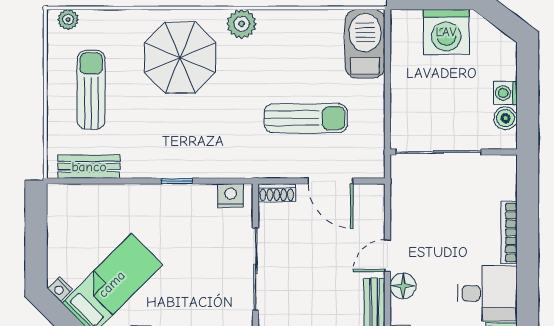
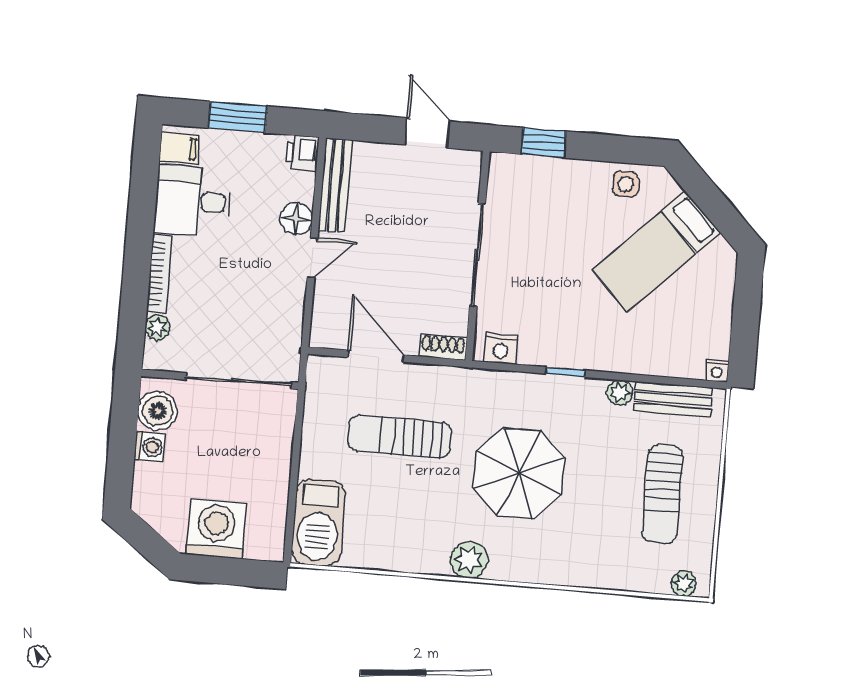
parasol: (180, 58) -> (519, 473), moved
boiler: (506, 118) -> (158, 411), width x1.36, depth x1.36
plant: (132, 168) -> (620, 393), added
plant: (507, 189) -> (157, 327), added
nightstand: (60, 289) -> (717, 371), moved, turned 135

